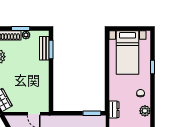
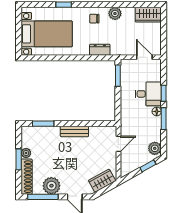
bench: (44, 48) -> (74, 132), moved
dresser: (114, 110) -> (100, 50), moved

